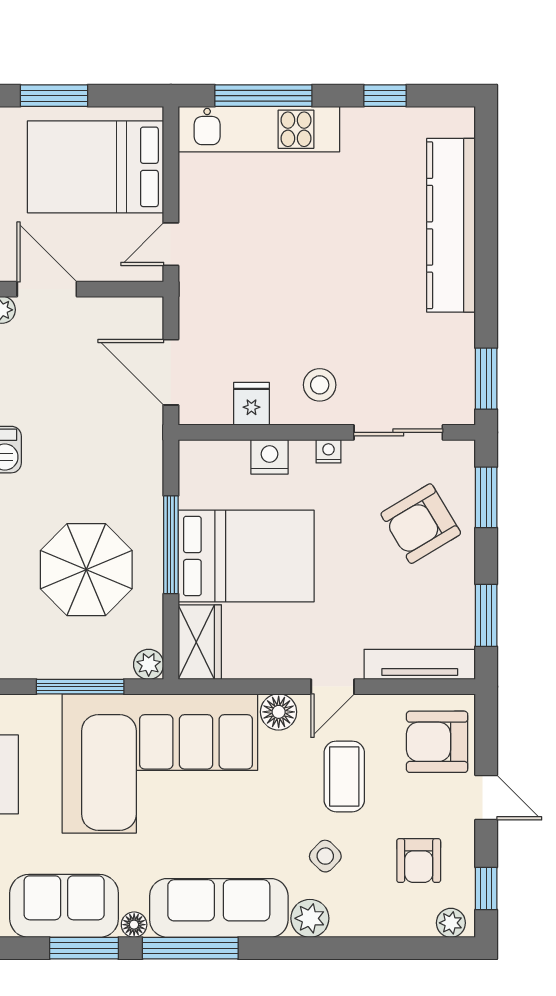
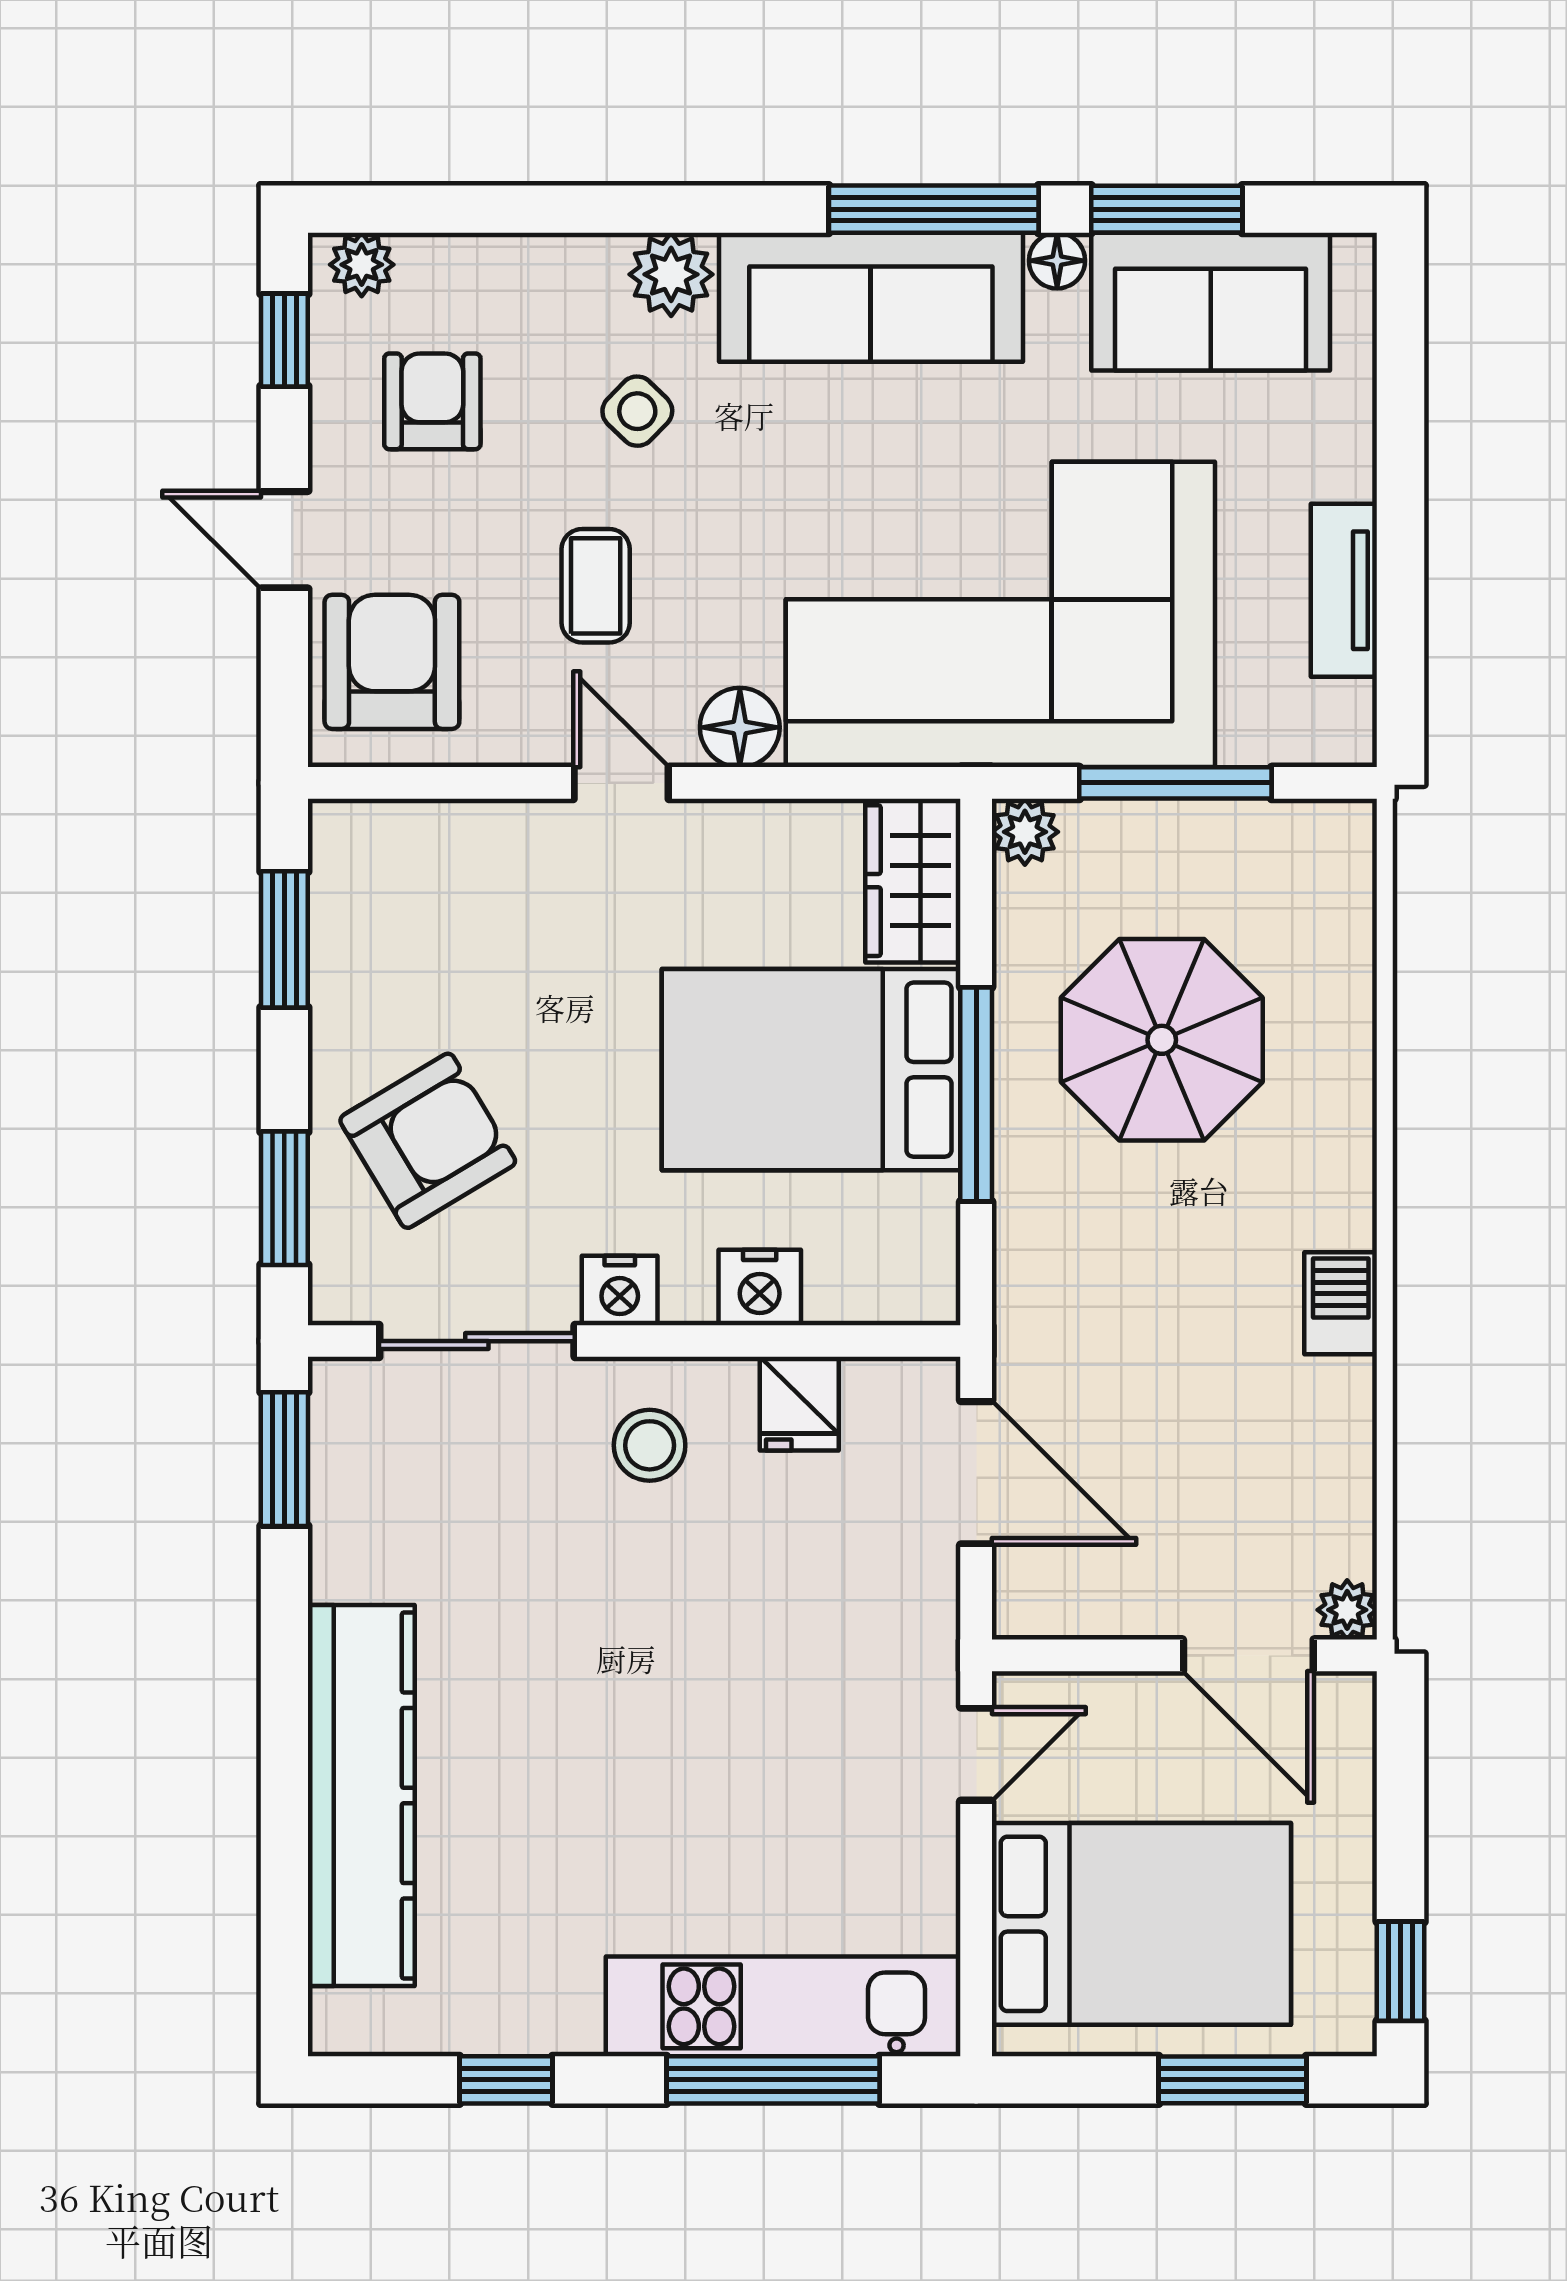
nightstand: (328, 451) -> (620, 1291), width x1.39, depth x1.35
tv unit: (420, 664) -> (430, 832), removed
door: (333, 687) -> (621, 783), hinge flipped
armchair: (437, 742) -> (392, 662), turned -90
coffee table: (344, 776) -> (596, 586), width x0.73, depth x0.77

